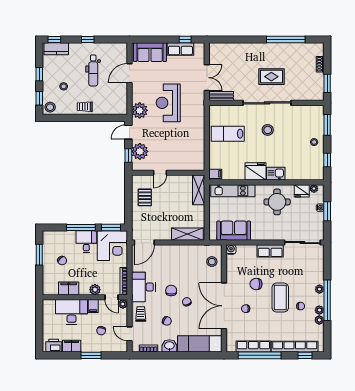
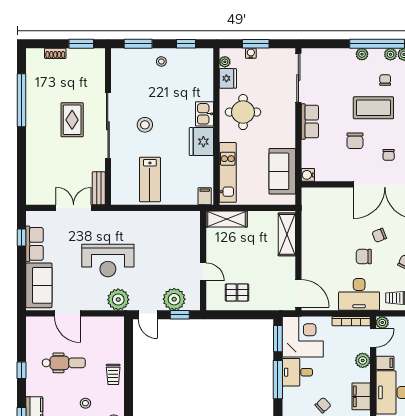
stool: (212, 262) -> (324, 201), removed

